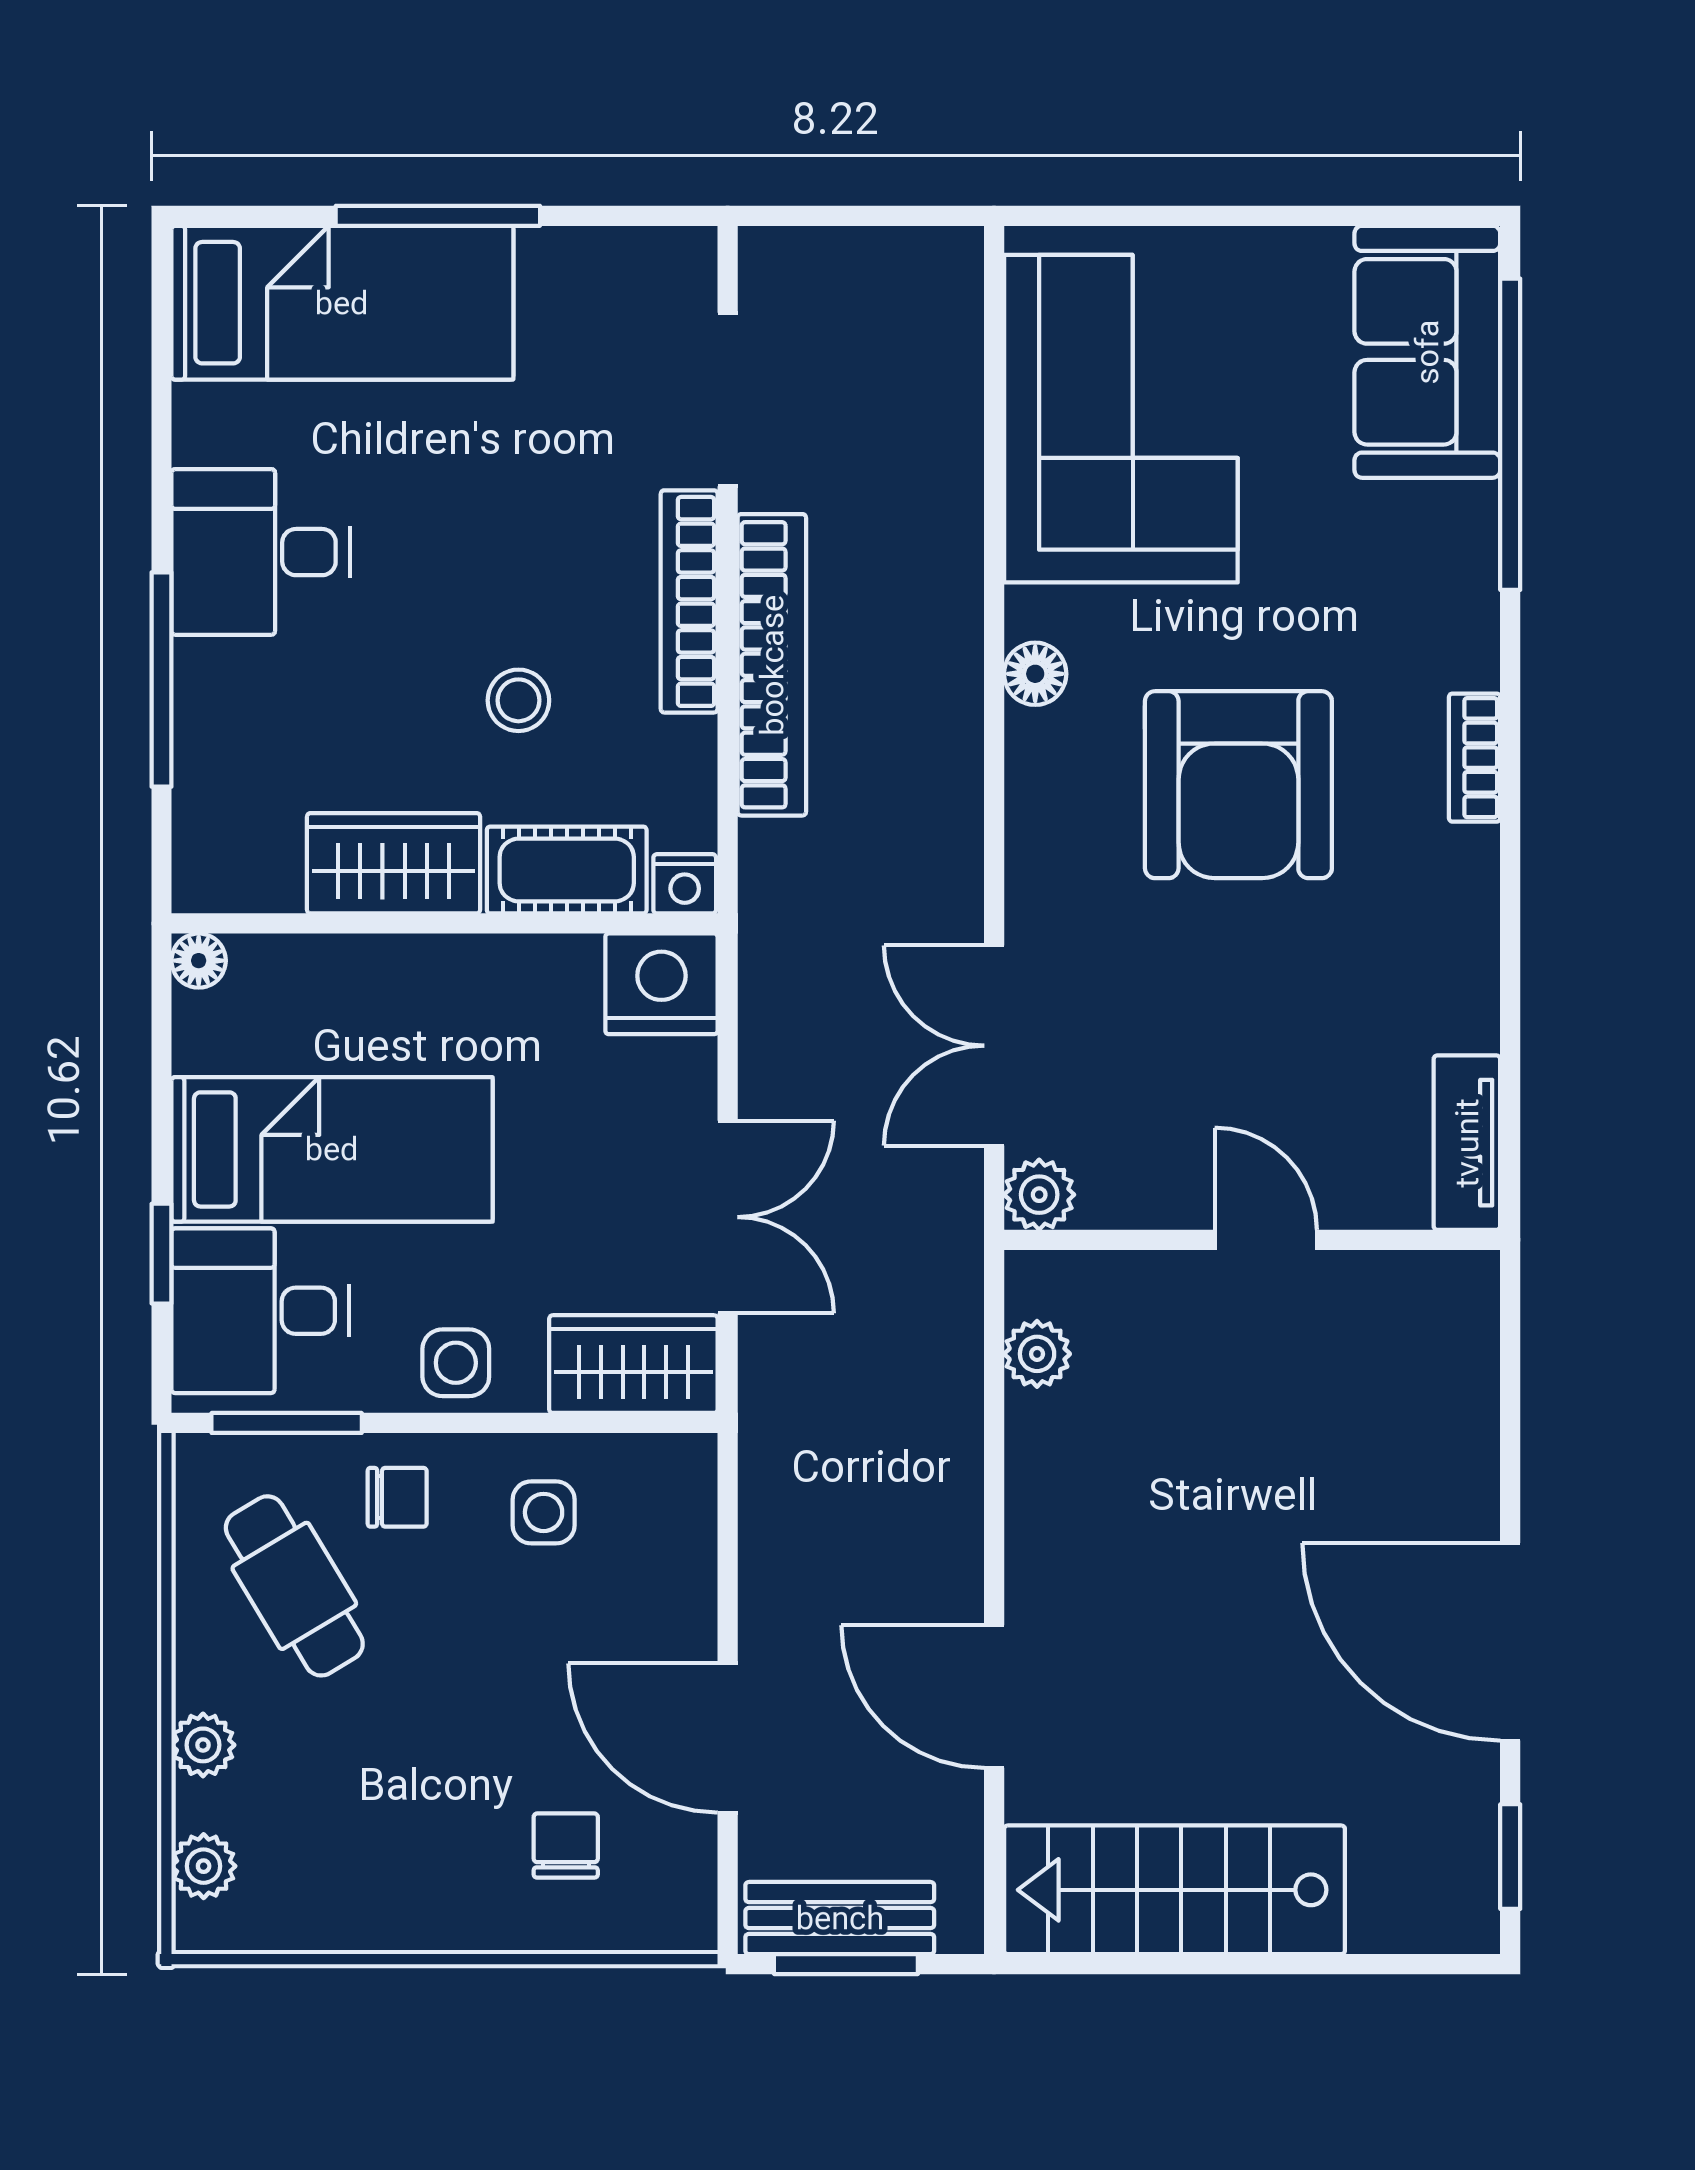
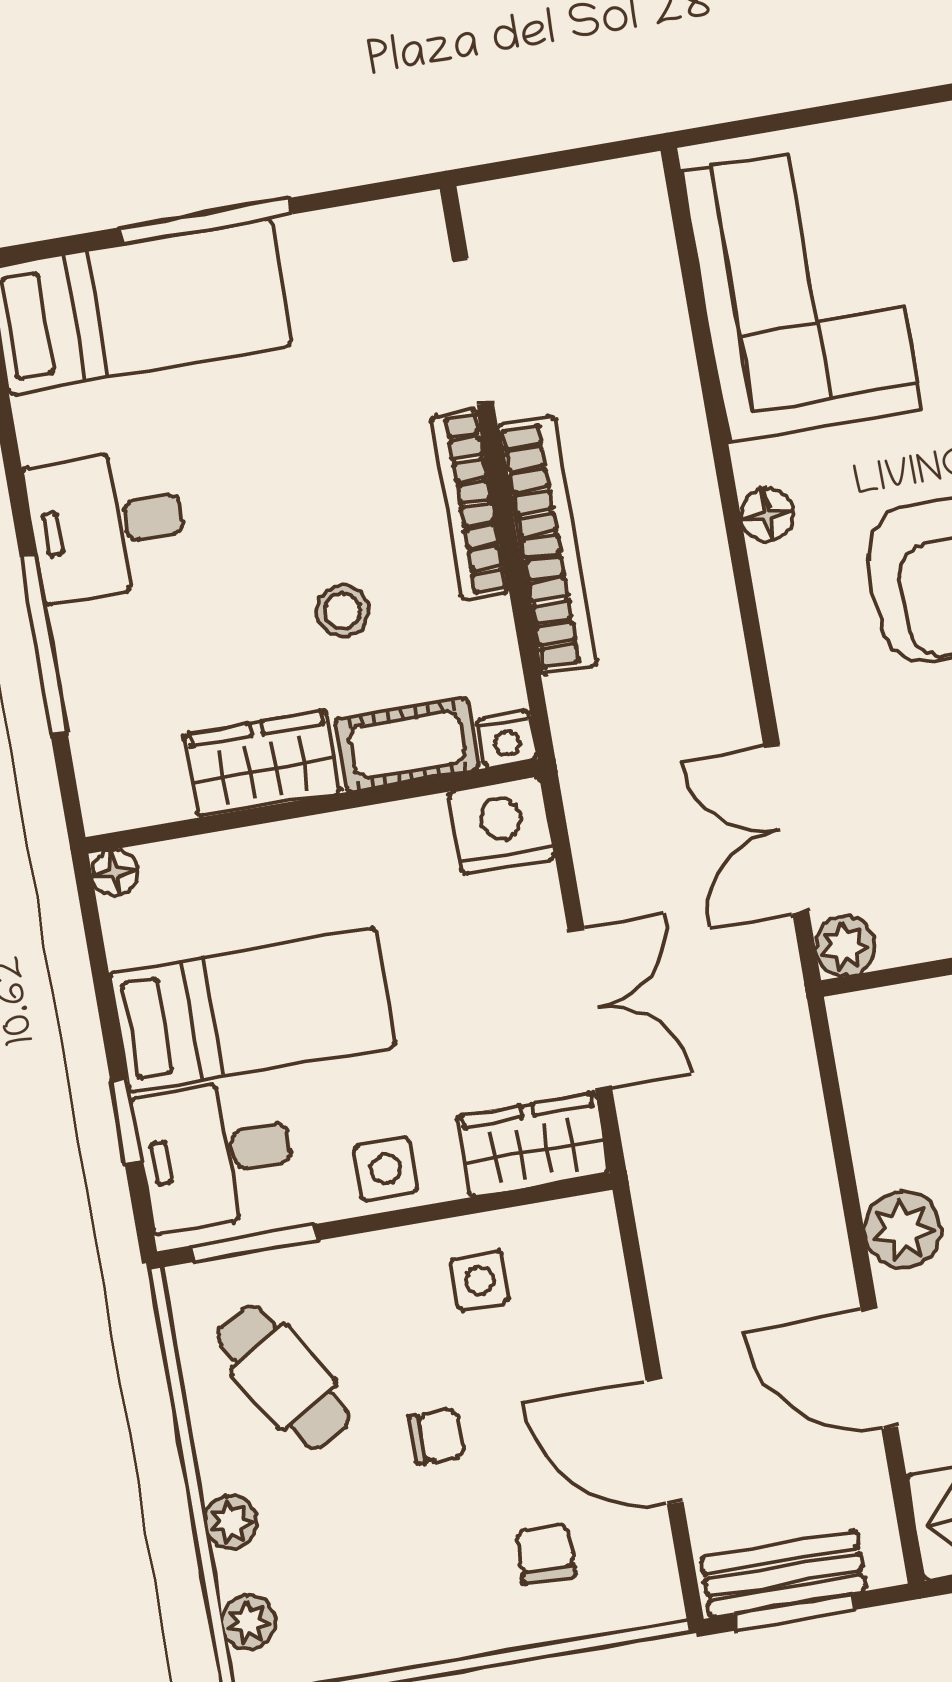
plant: (1037, 1354) -> (903, 1230), moved, width x1.38, depth x1.38
chair: (397, 1497) -> (437, 1436), moved

